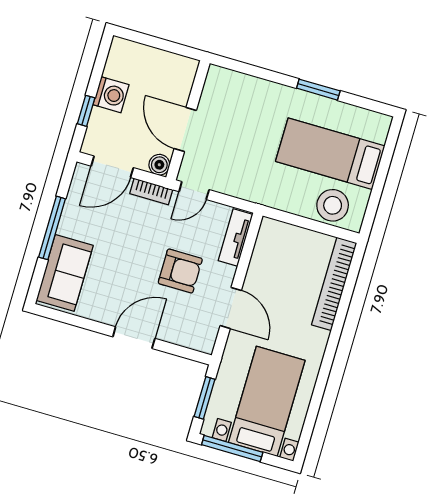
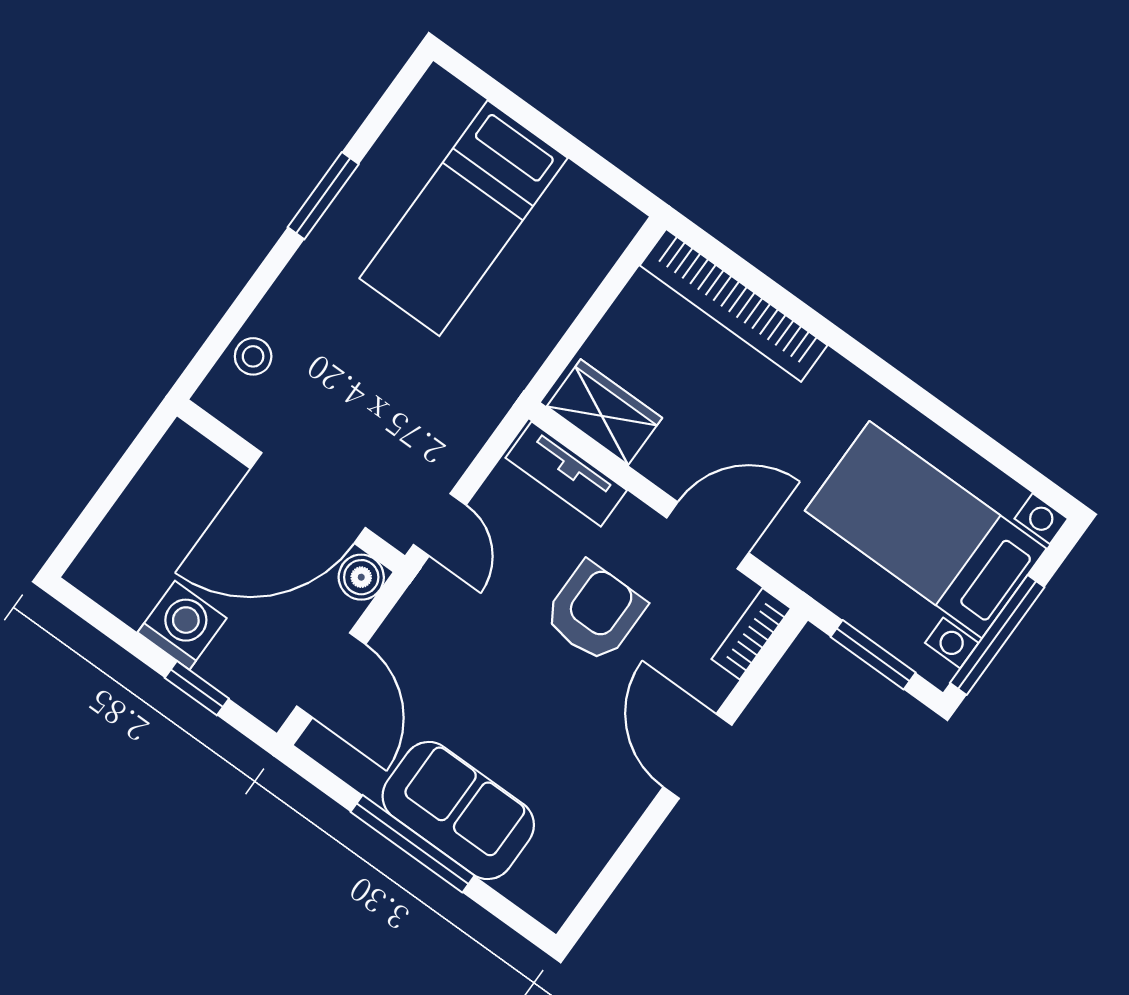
door: (185, 130) -> (308, 498), width x1.36
bookcase: (151, 192) -> (751, 634), moved, turned 180
stool: (333, 205) -> (253, 356), moved, width x0.53, depth x0.53
wardrobe: (268, 244) -> (604, 412), added
sofa: (65, 273) -> (458, 810), moved

